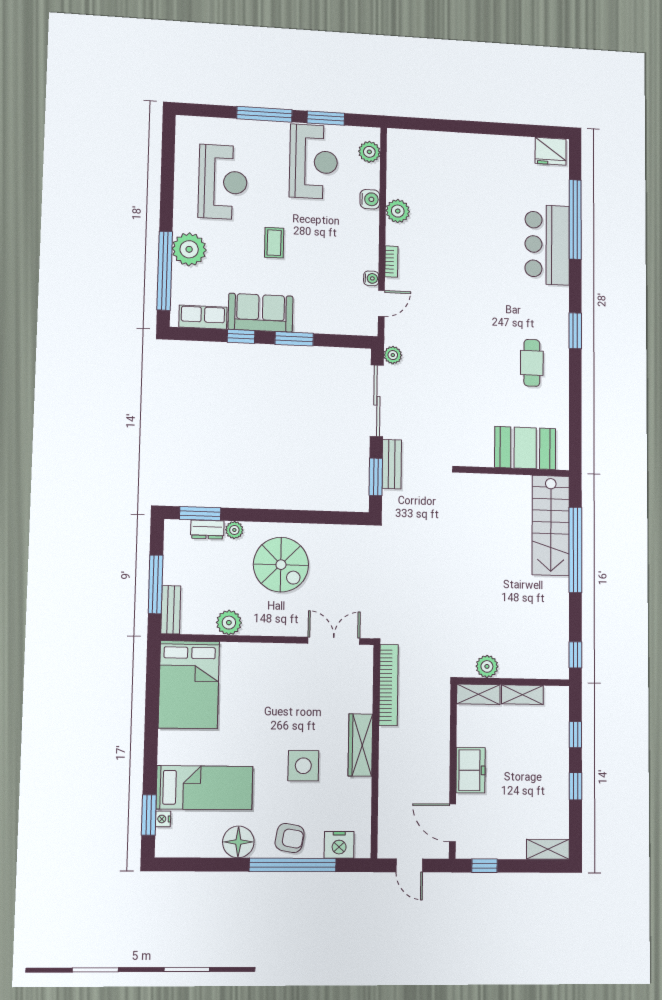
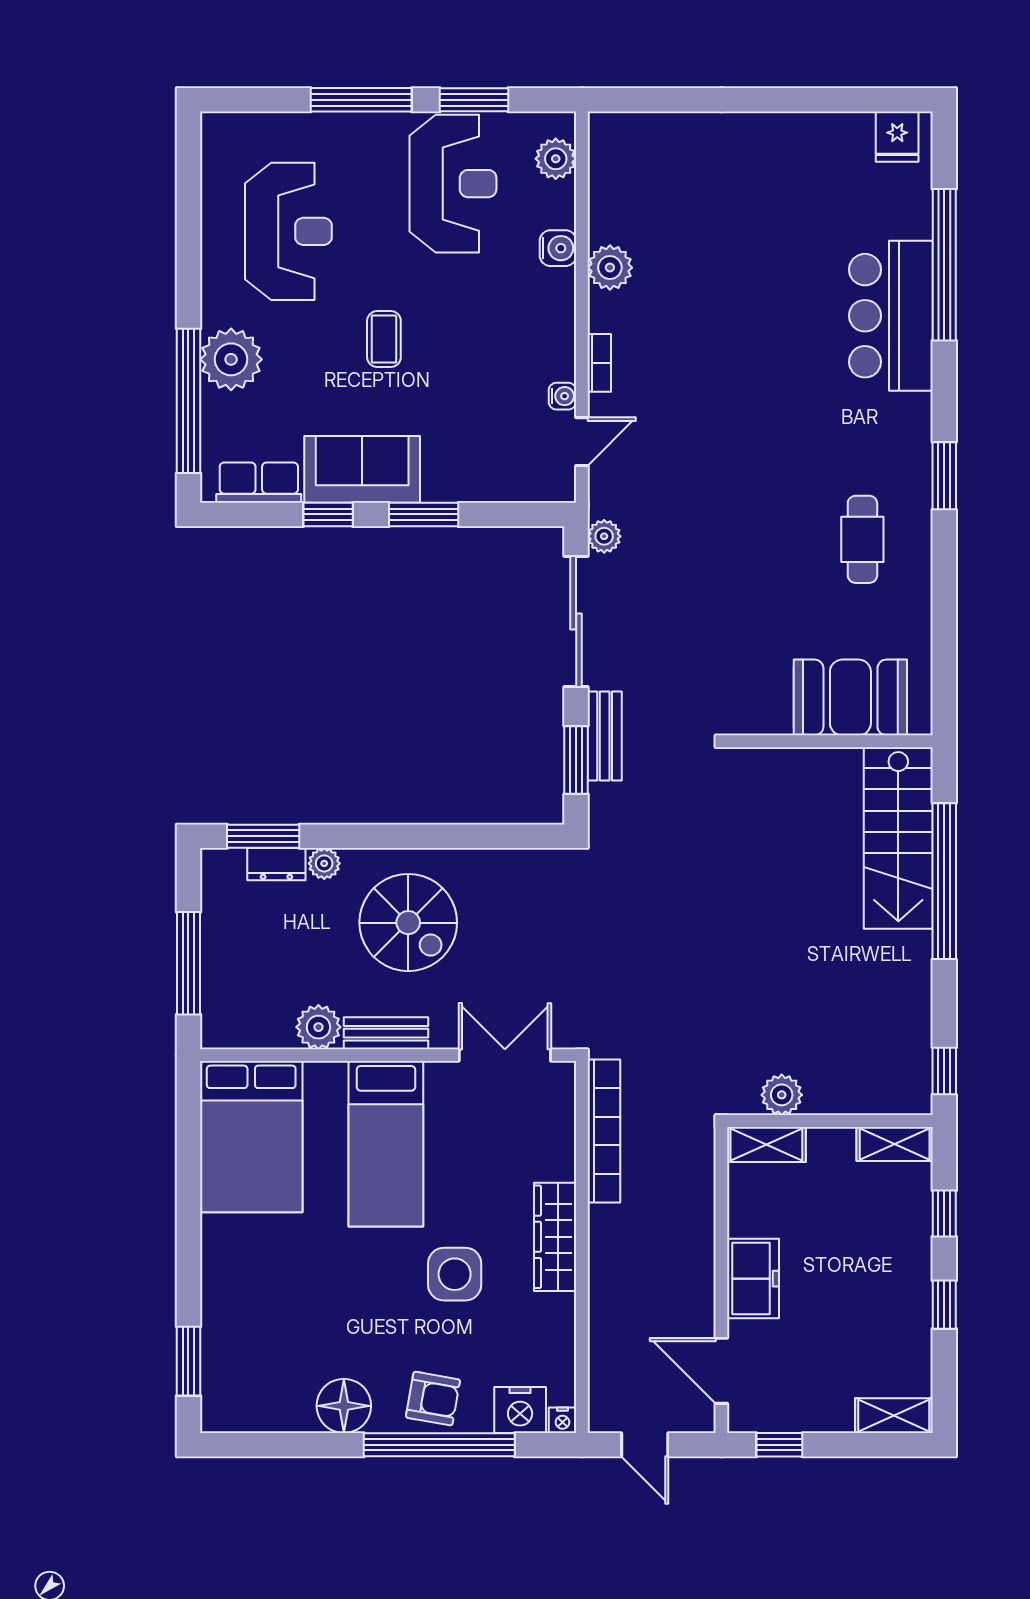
fridge: (551, 151) -> (897, 137), width x0.72
bench: (171, 610) -> (386, 1033), moved, turned 90
shelving: (522, 695) -> (895, 1144), moved
bed: (204, 788) -> (386, 1144), moved, turned 90
nightstand: (163, 819) -> (562, 1420), moved, turned -90

